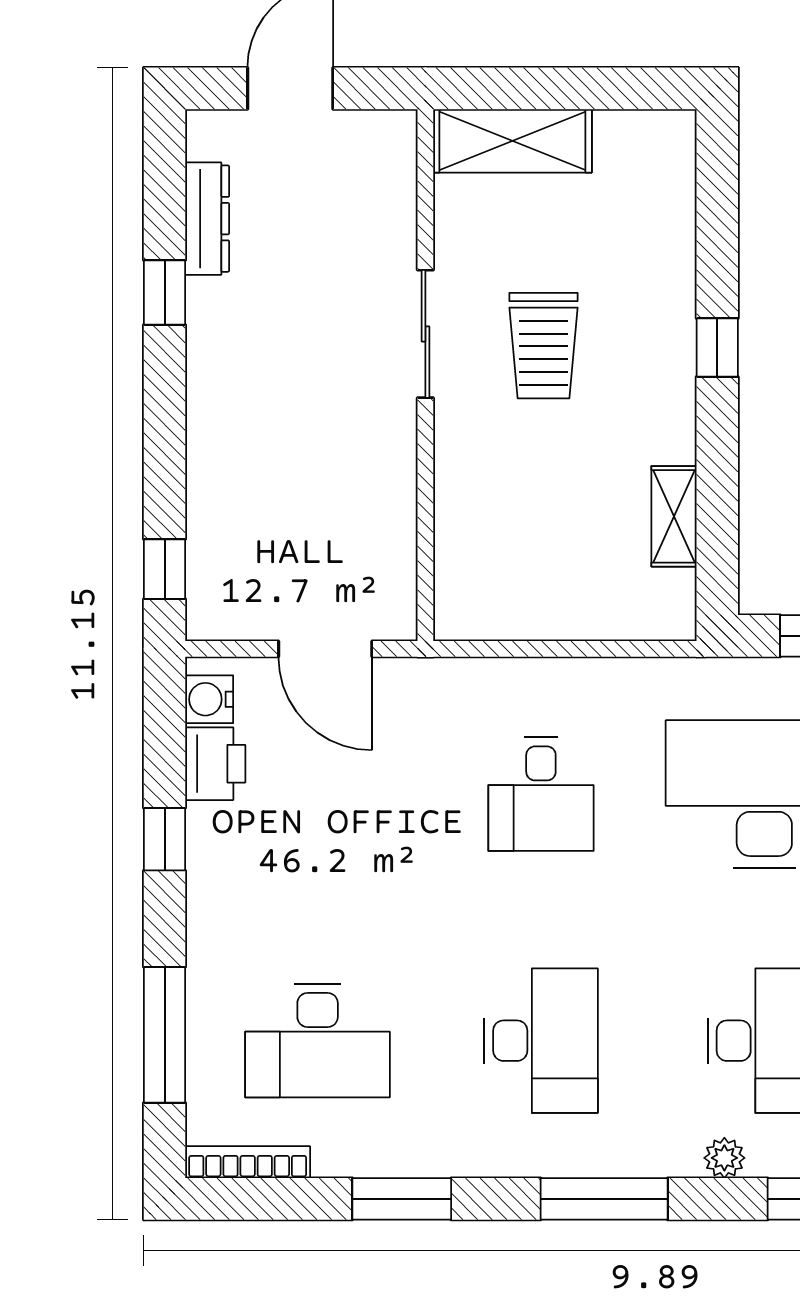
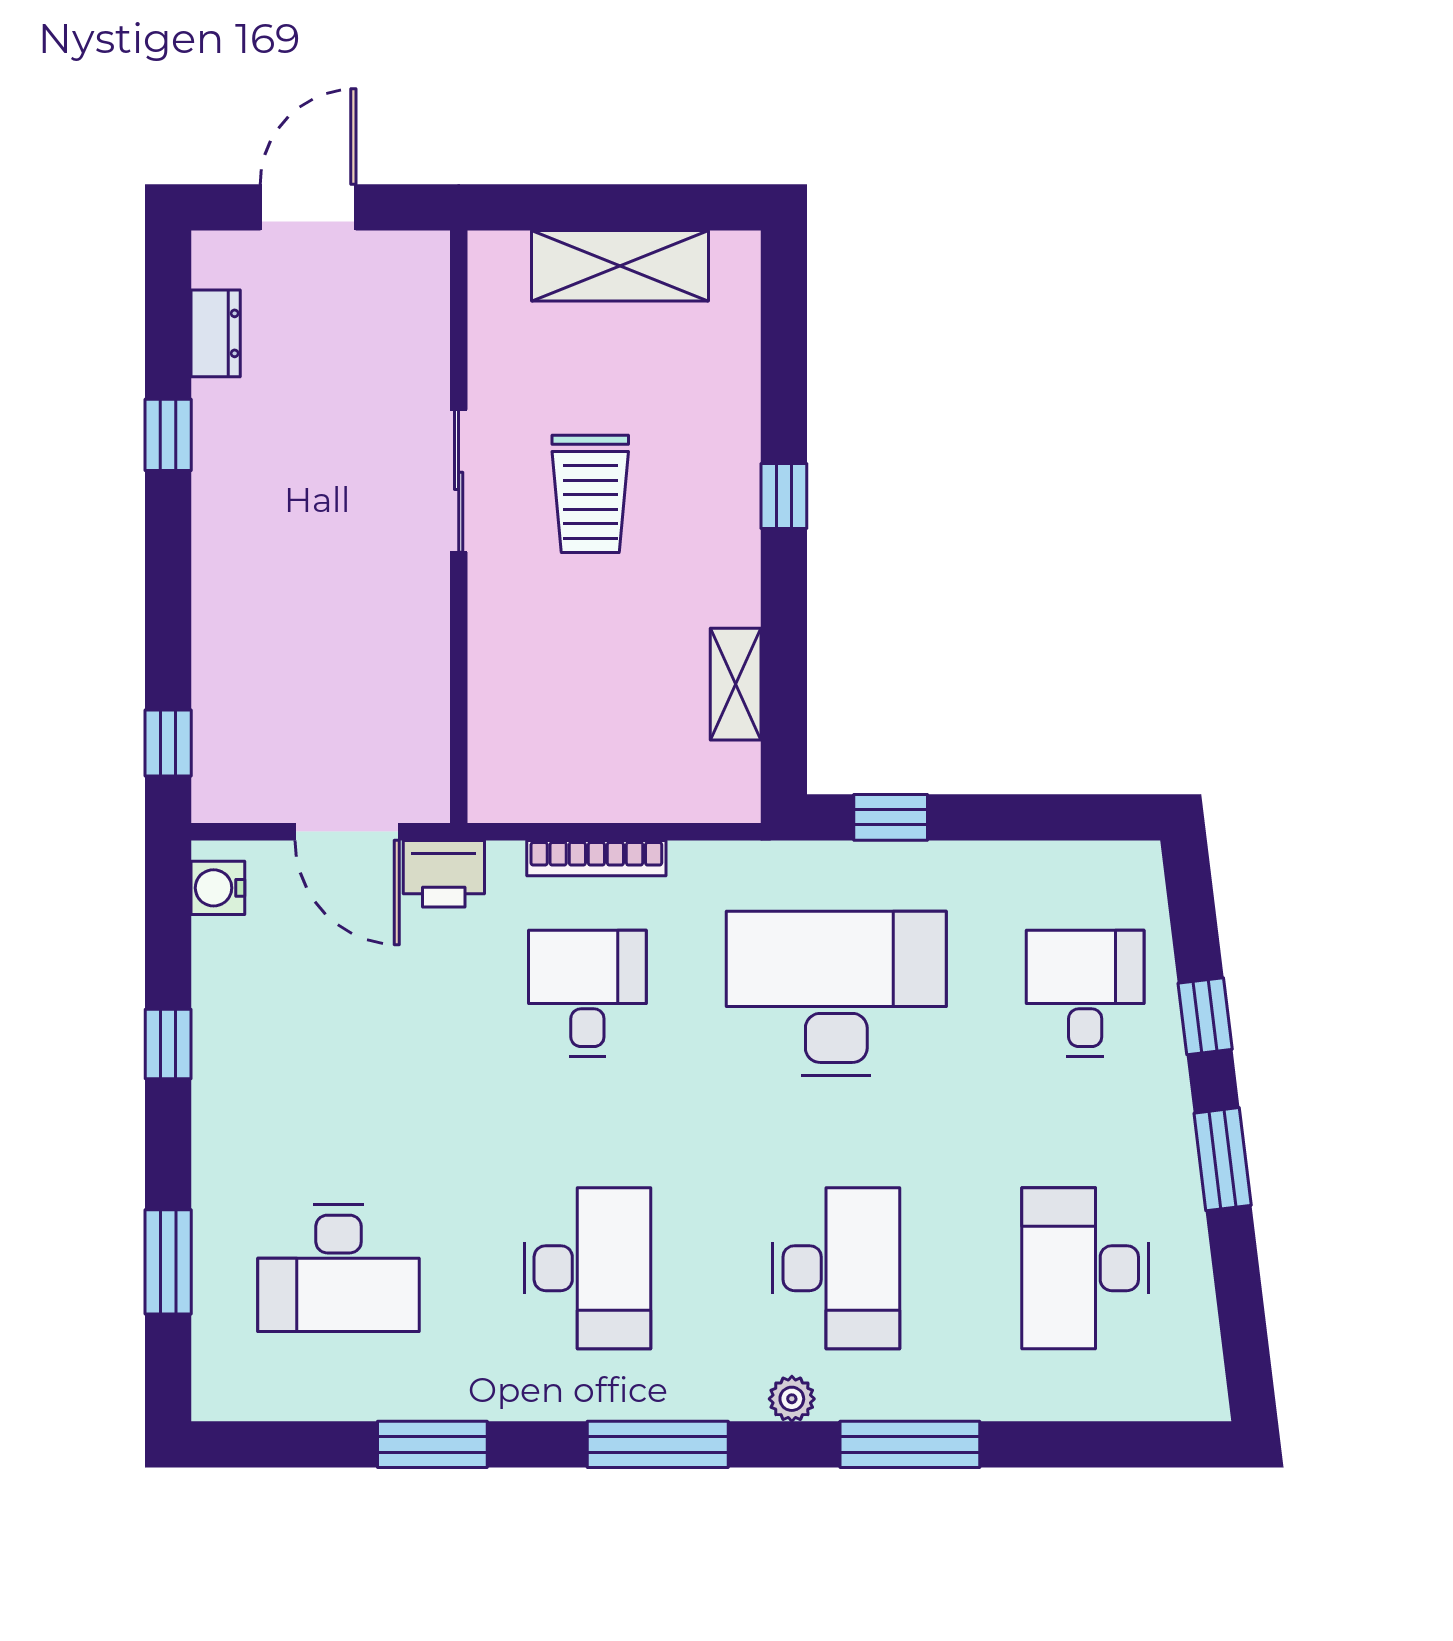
shelving: (512, 141) -> (620, 266), moved
dresser: (207, 219) -> (216, 333), width x0.70
printer: (215, 764) -> (444, 874), moved, turned 90
desk: (541, 794) -> (587, 994), turned 180
window: (165, 1035) -> (168, 1262), width x0.69
bookcase: (248, 1162) -> (596, 858), moved, turned 180

